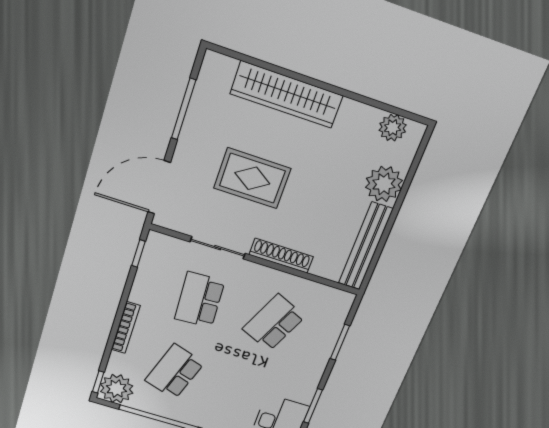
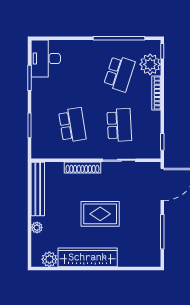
wardrobe: (287, 95) -> (88, 257), moved
rug: (252, 178) -> (100, 214), moved
plant: (384, 184) -> (37, 228), width x0.53, depth x0.53
school desk: (274, 323) -> (72, 125), turned -33
plant: (117, 389) -> (150, 64), moved

